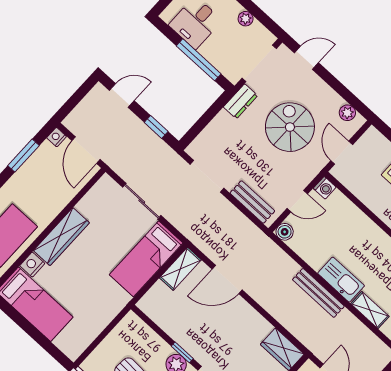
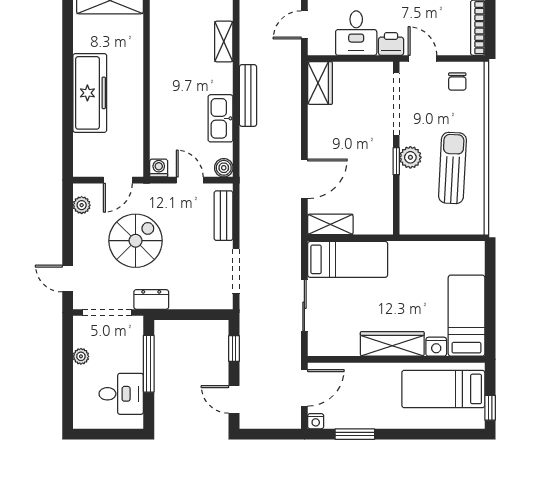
spiral stairs: (290, 127) -> (136, 241), turned 180
door: (227, 279) -> (304, 179), hinge flipped
kitchen sink: (341, 280) -> (221, 118), moved

